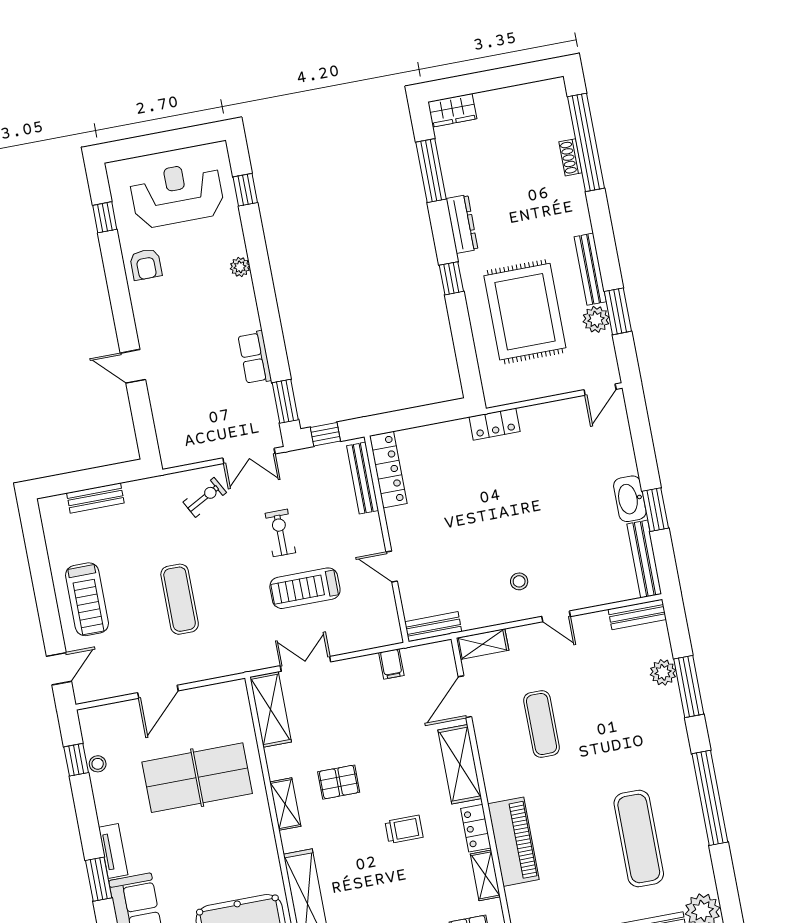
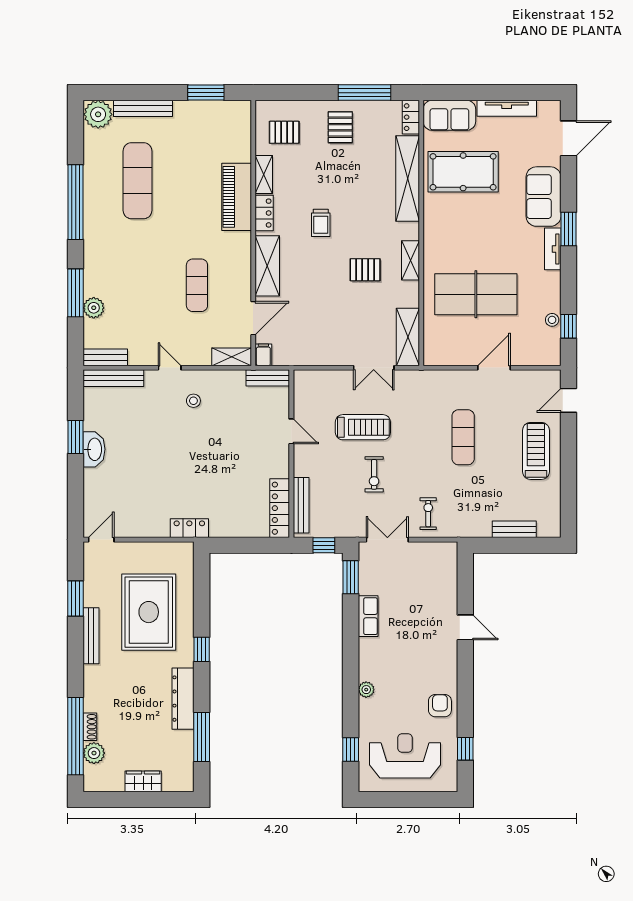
wardrobe: (452, 110) -> (143, 781), moved
reception desk: (177, 195) -> (405, 756), turned 180
dresser: (462, 224) -> (183, 699), width x1.37, depth x1.24
plant: (596, 319) -> (94, 753), moved
exercise bike: (205, 497) -> (428, 514), turned 118
bench: (644, 559) -> (113, 378), moved, turned 90
filing cabinet: (391, 664) -> (263, 355), moved
trolley: (404, 829) -> (321, 223), turned -90

